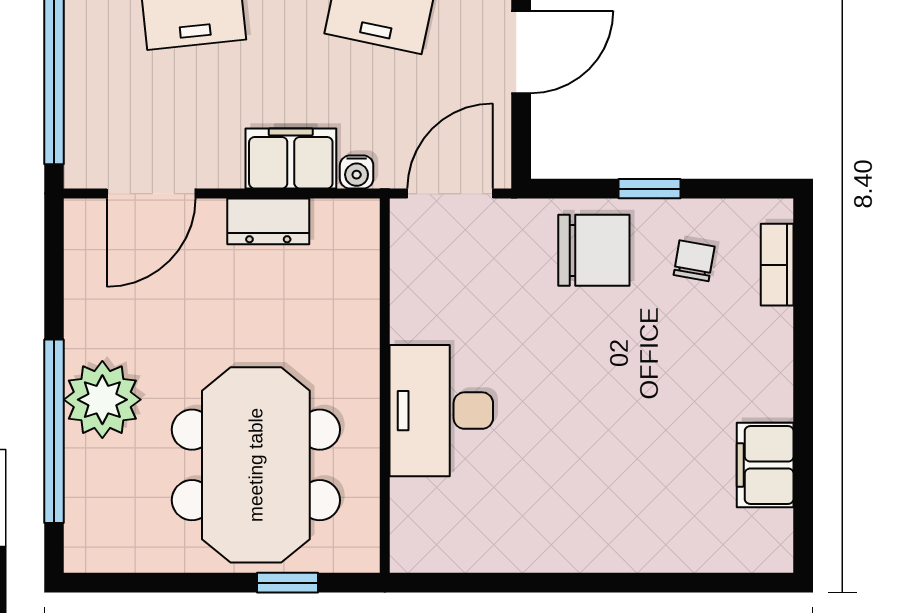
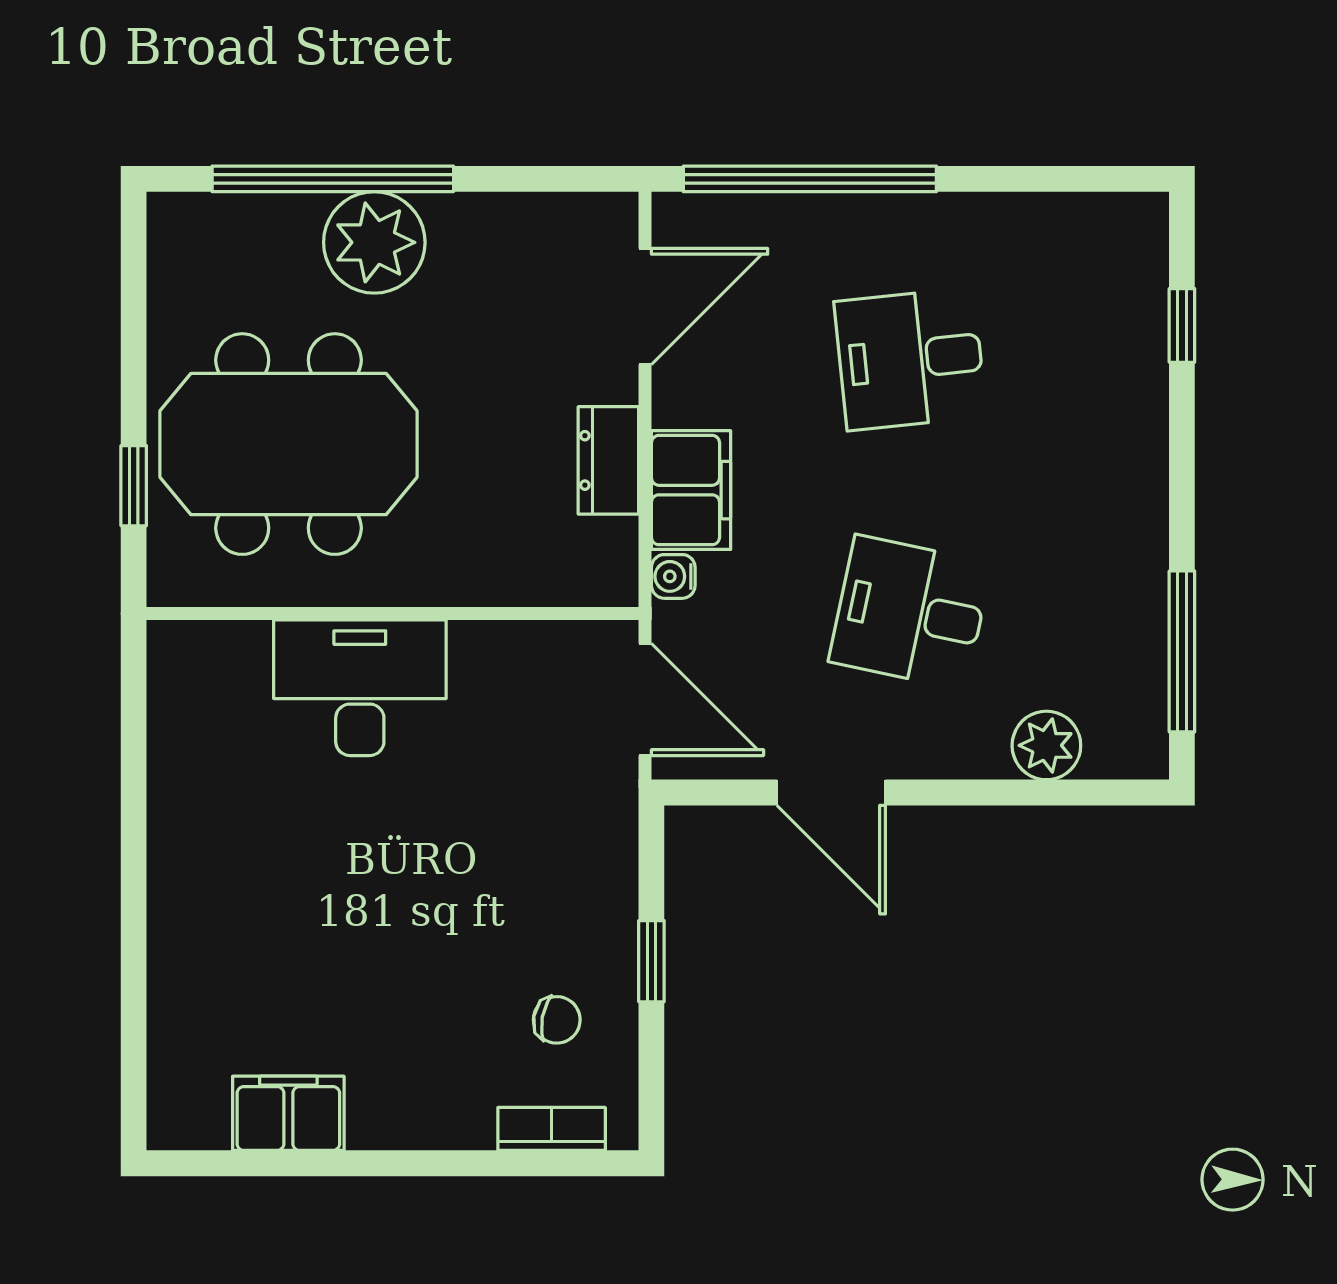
door: (151, 194) -> (645, 307), swing flipped
chair: (594, 250) -> (570, 888), removed

